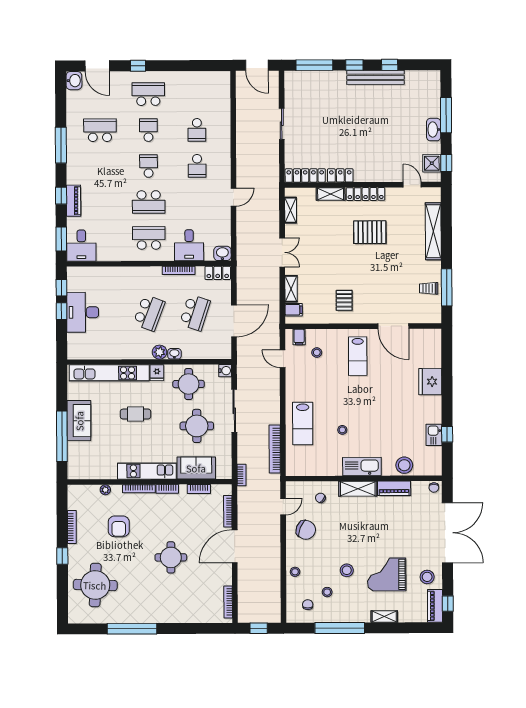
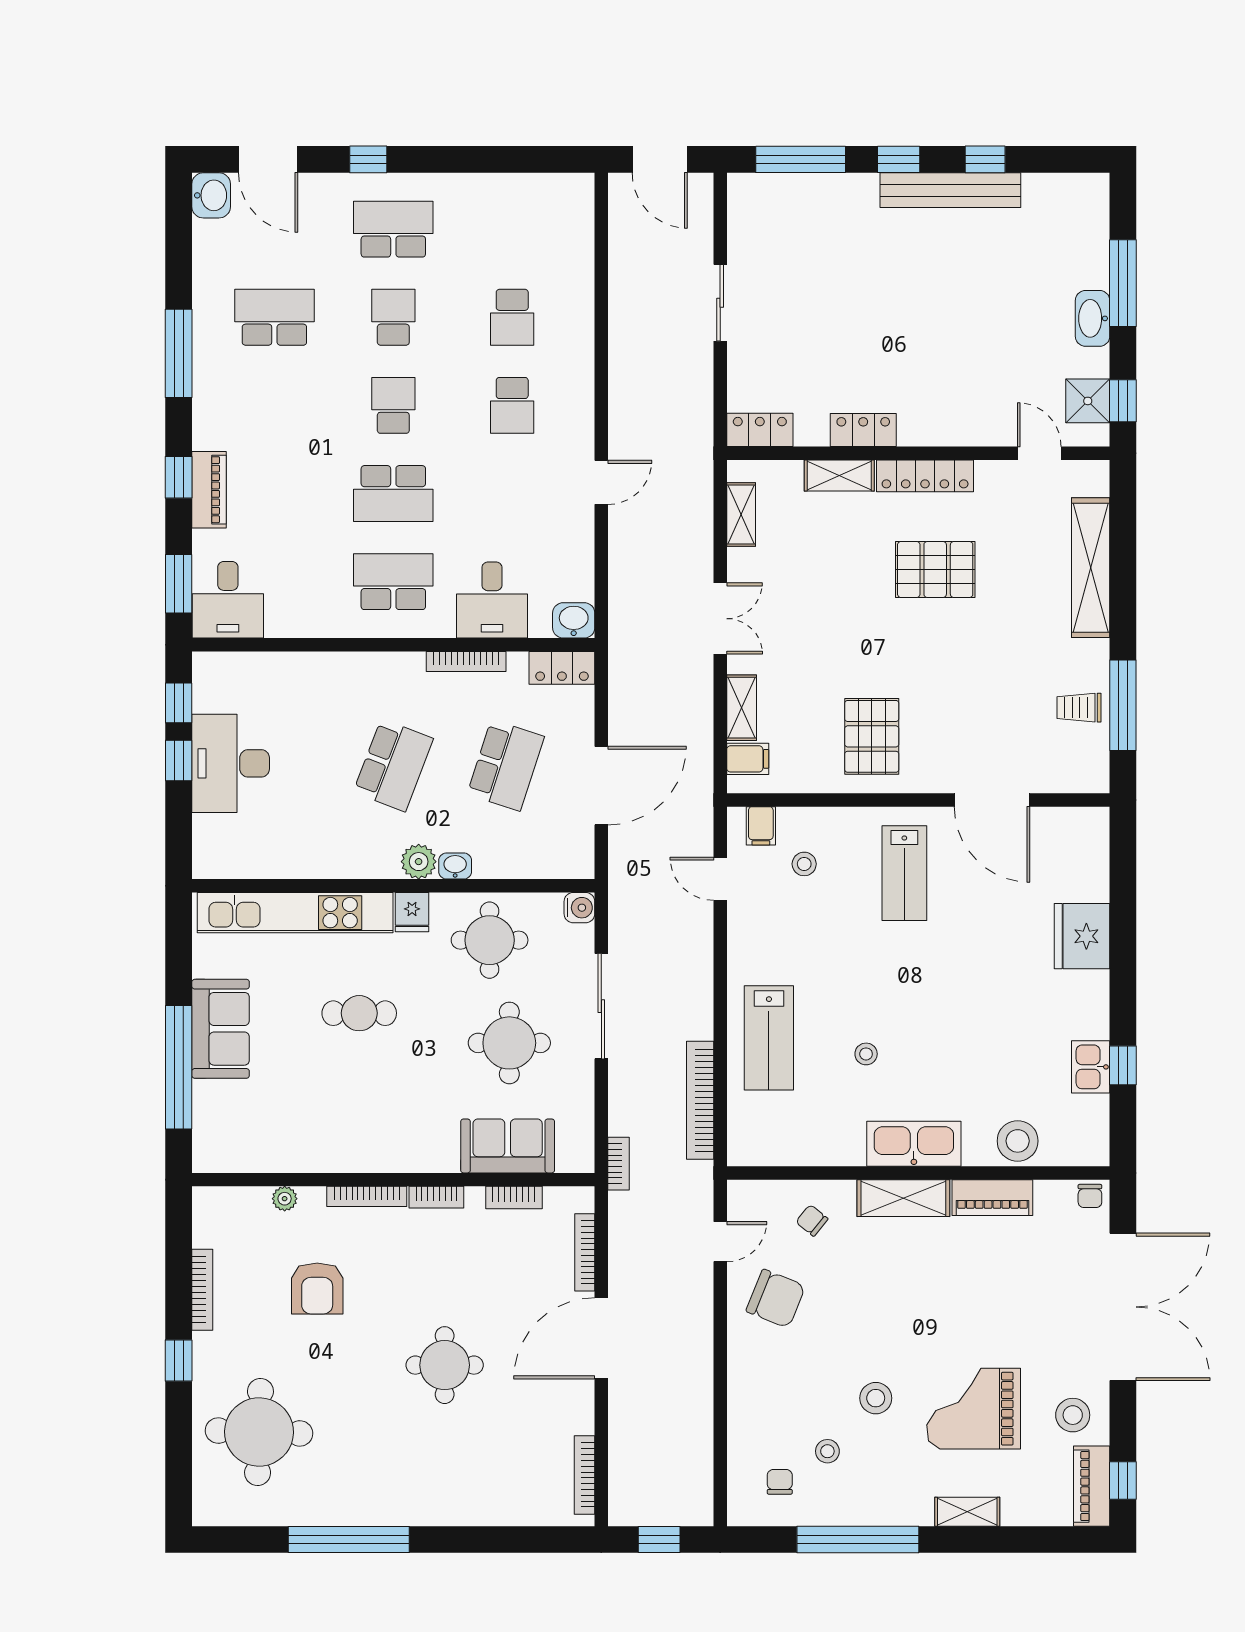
locker: (305, 175) -> (760, 430), width x0.66
pallet: (344, 300) -> (872, 736), width x1.50, depth x1.42
kitchen unit: (147, 471) -> (387, 1153), removed
stool: (295, 572) -> (749, 1401), removed

